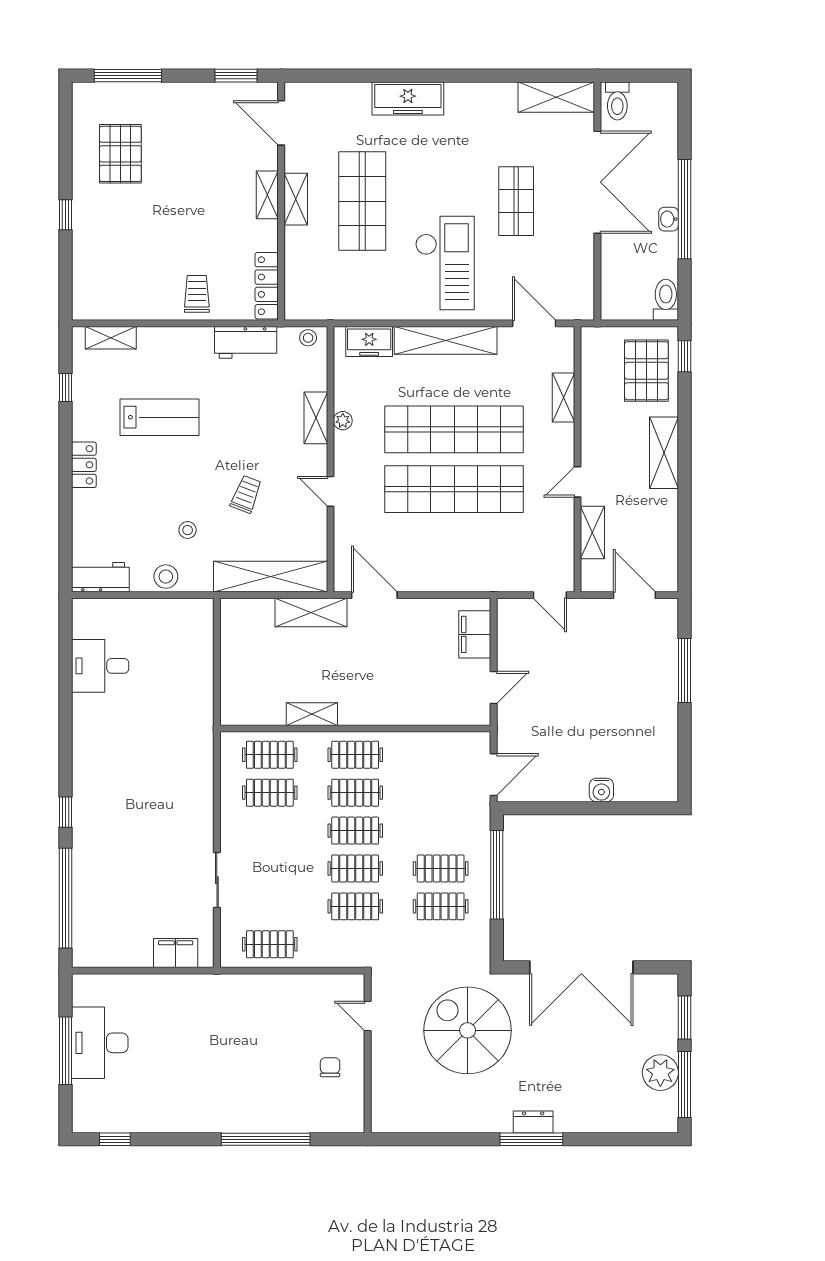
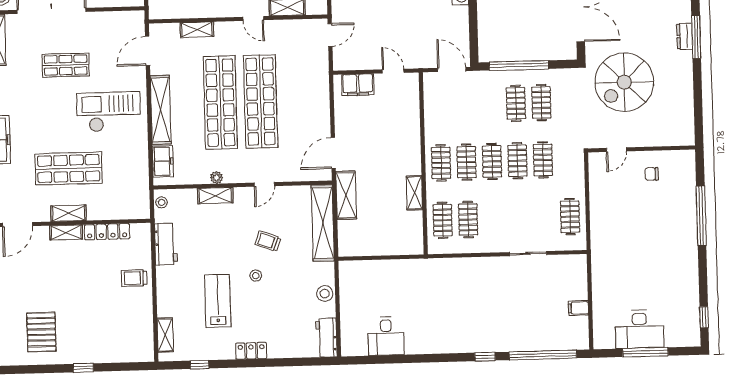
pallet: (120, 154) -> (41, 332), turned 90
locker: (267, 286) -> (107, 232), moved
stool: (188, 530) -> (256, 276), moved
filing cabinet: (176, 953) -> (578, 308), moved, width x0.50

